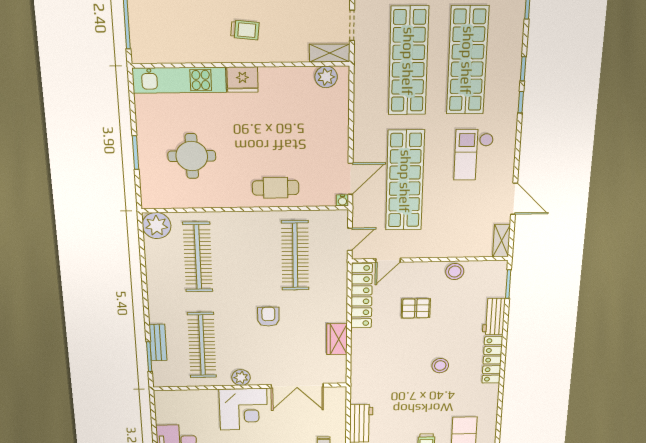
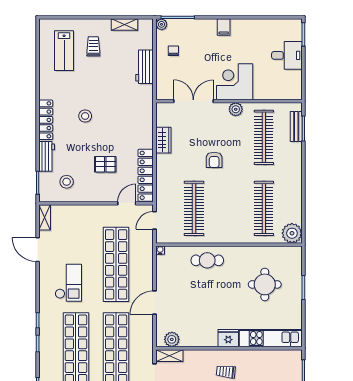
door: (350, 179) -> (155, 303), moved
stool: (455, 272) -> (67, 182), moved
bench: (158, 342) -> (296, 127), moved

